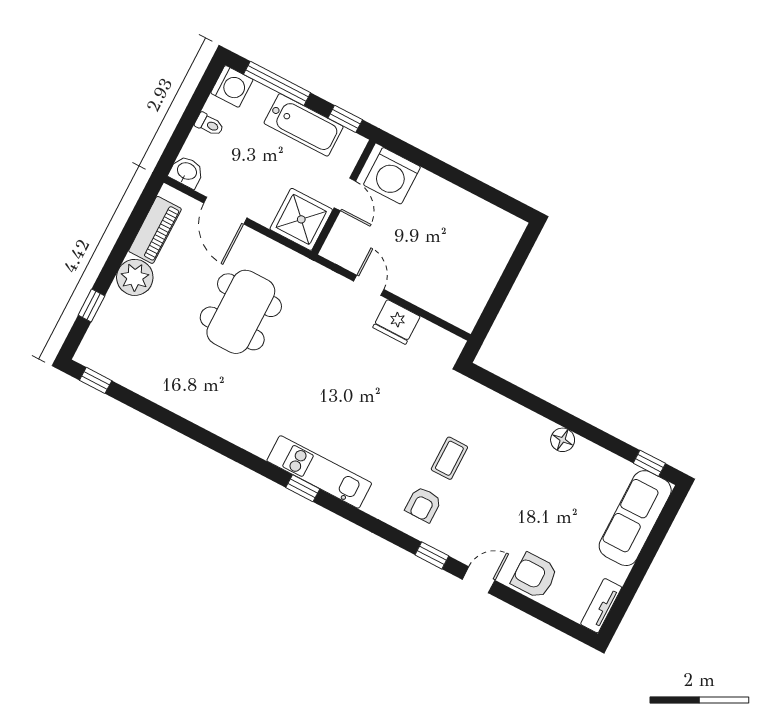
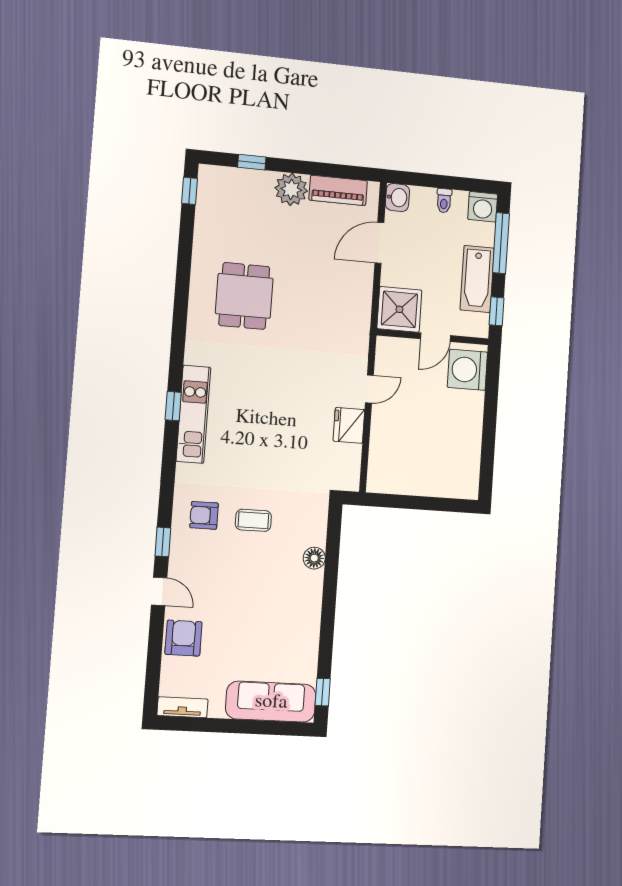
dining table: (241, 312) -> (244, 296), moved, width x0.73
floor lamp: (563, 440) -> (314, 558), moved

